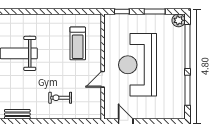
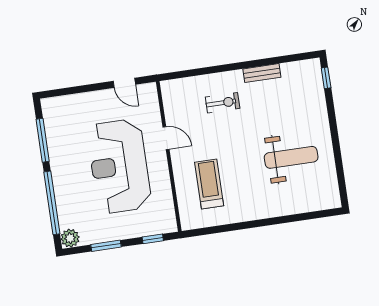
reception desk: (138, 65) -> (119, 166), turned 180
door: (103, 79) -> (166, 138), hinge flipped
bench: (17, 114) -> (262, 73), moved

